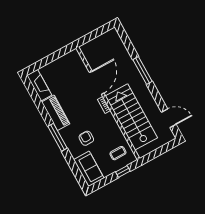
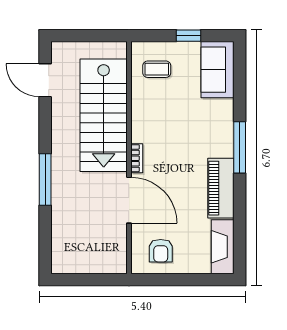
door: (97, 83) -> (129, 200), swing flipped
armchair: (86, 138) -> (161, 251), moved
window: (123, 171) -> (189, 36), moved

